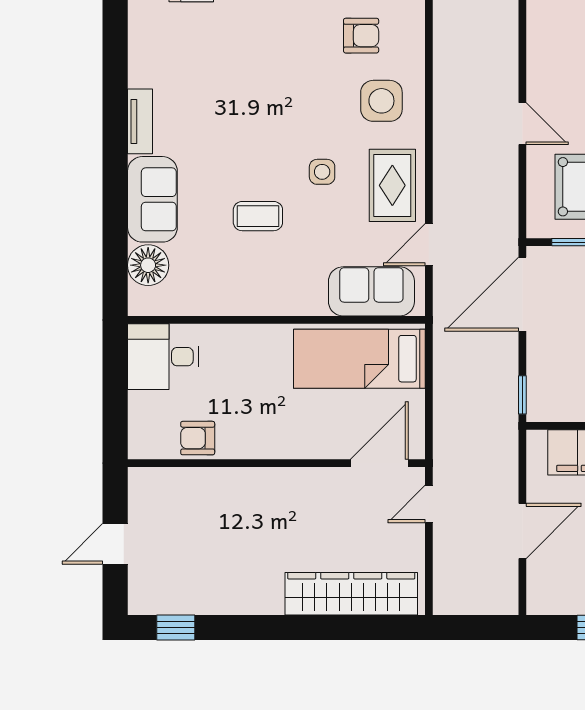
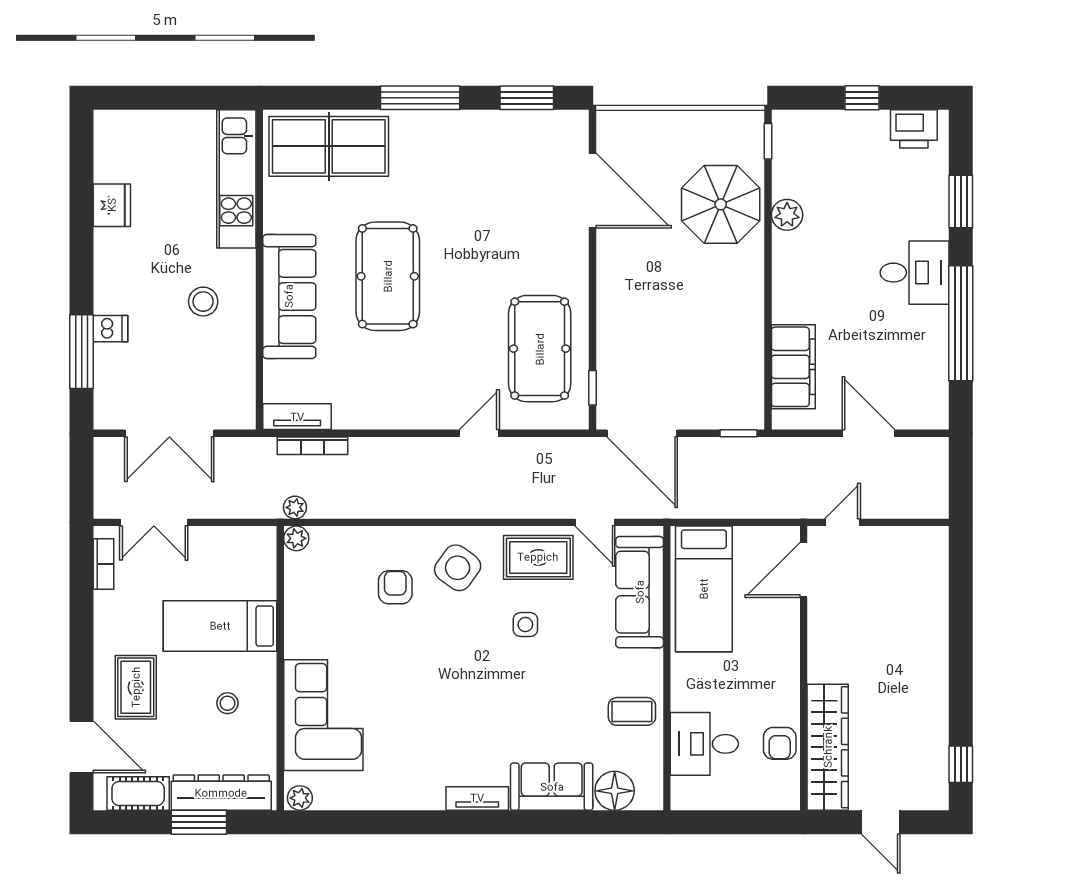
side table: (381, 101) -> (458, 568), turned 36
coffee table: (258, 216) -> (632, 711), moved, turned 90
sofa: (371, 291) -> (640, 592), width x1.36
desk: (163, 357) -> (704, 744), moved, turned 90
door: (379, 463) -> (804, 570), hinge flipped
door: (429, 504) -> (843, 522), swing flipped
wardrobe: (351, 594) -> (828, 747), moved, turned 180

